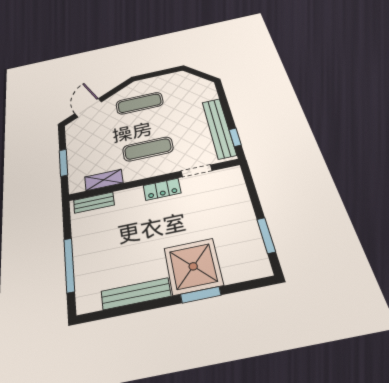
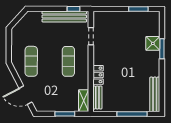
shelving: (104, 180) -> (84, 101), moved
locker: (162, 189) -> (98, 75), moved
shower: (193, 266) -> (153, 43), width x0.54, depth x0.54
bench: (136, 294) -> (155, 94), moved

